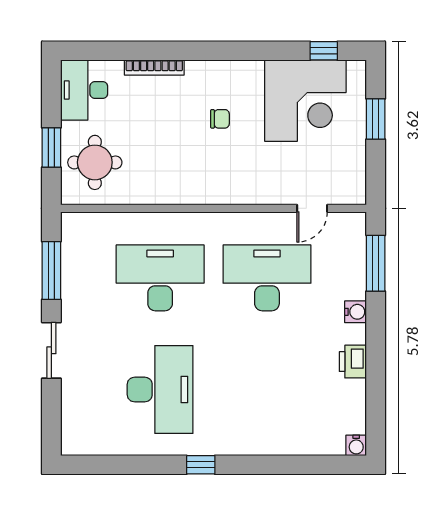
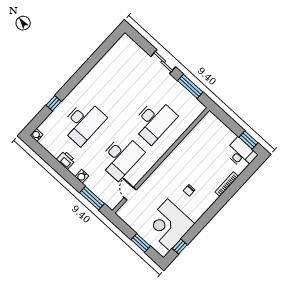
window: (51, 148) -> (248, 140), moved
round table: (95, 162) -> (213, 135), removed
desk: (160, 390) -> (83, 122), moved, turned -90
window: (201, 465) -> (54, 103), moved

